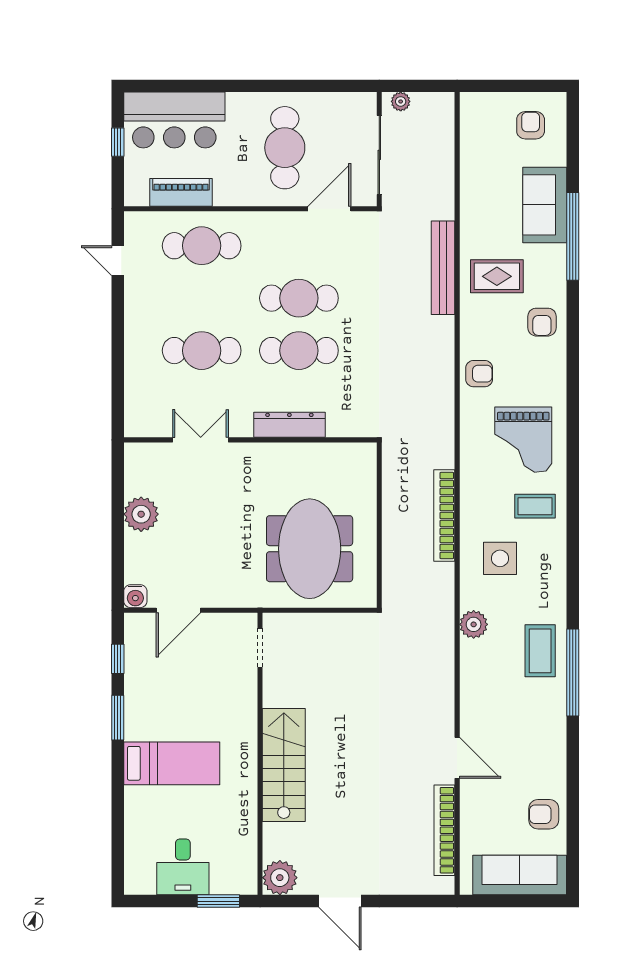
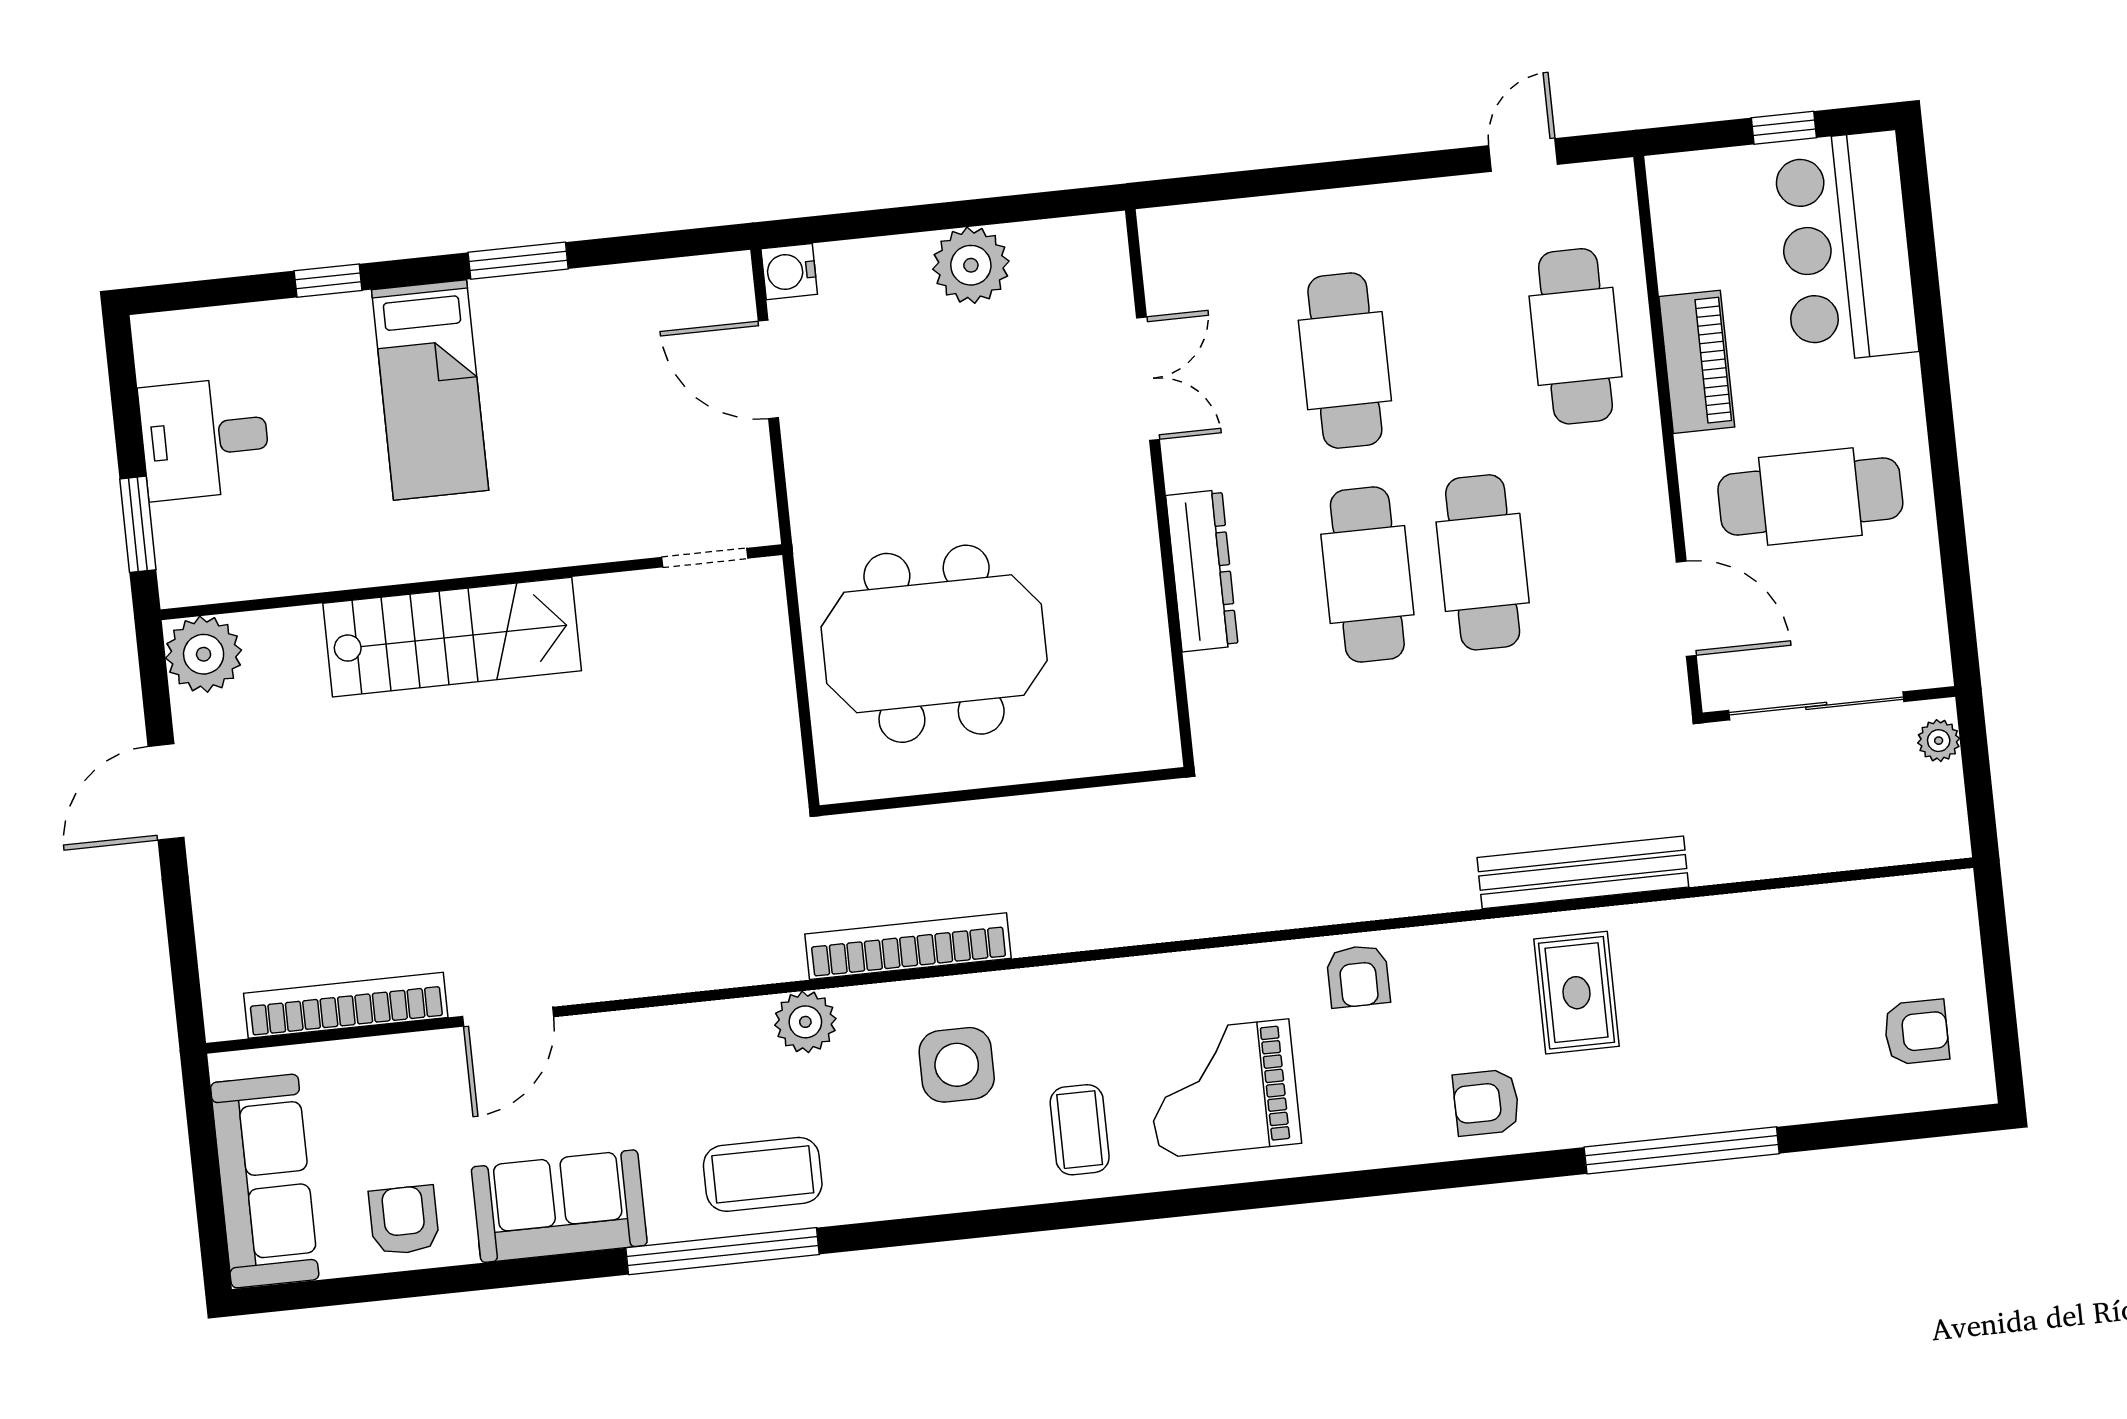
piano: (181, 192) -> (1697, 362), moved
sofa: (545, 205) -> (559, 1206), moved
bookcase: (444, 516) -> (908, 946), moved
window: (118, 659) -> (328, 281), moved

